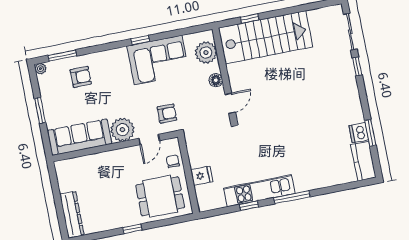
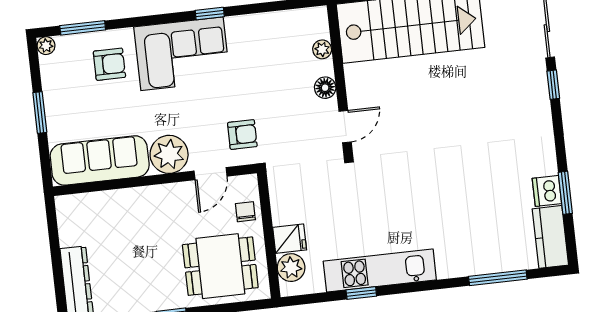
plant: (206, 53) -> (322, 49), width x0.53, depth x0.53
corner sofa: (158, 60) -> (182, 54), moved
plant: (204, 194) -> (291, 268), added
window: (292, 197) -> (498, 278), moved

